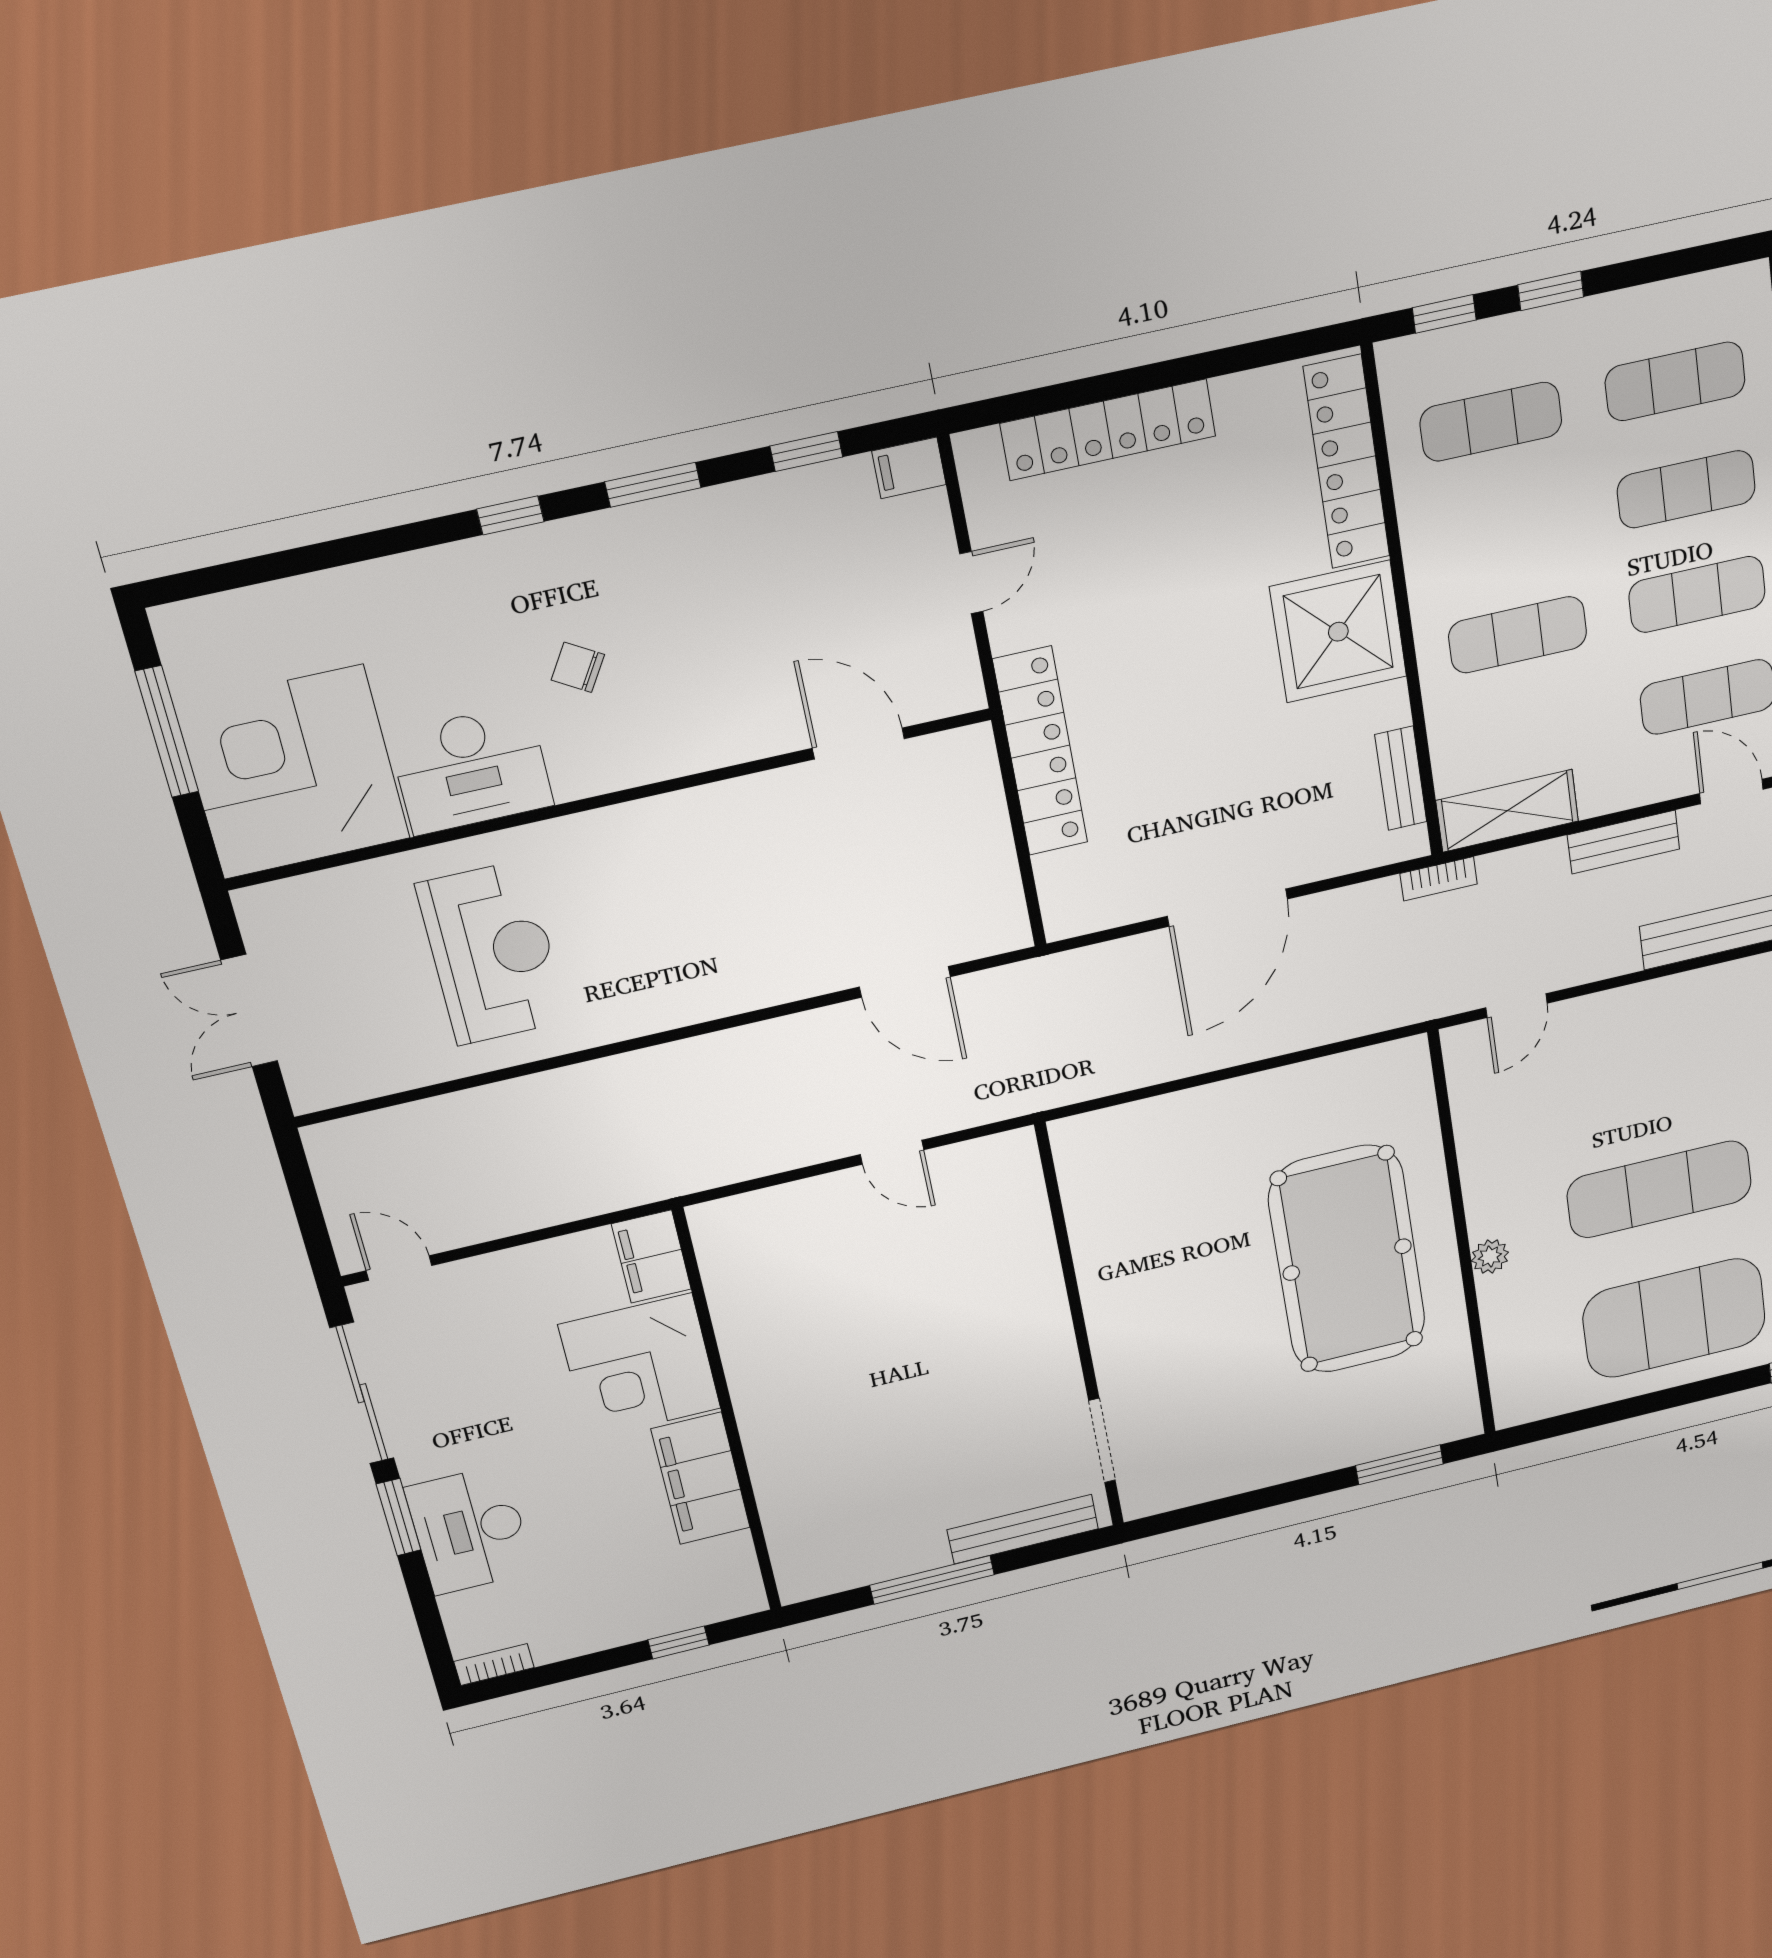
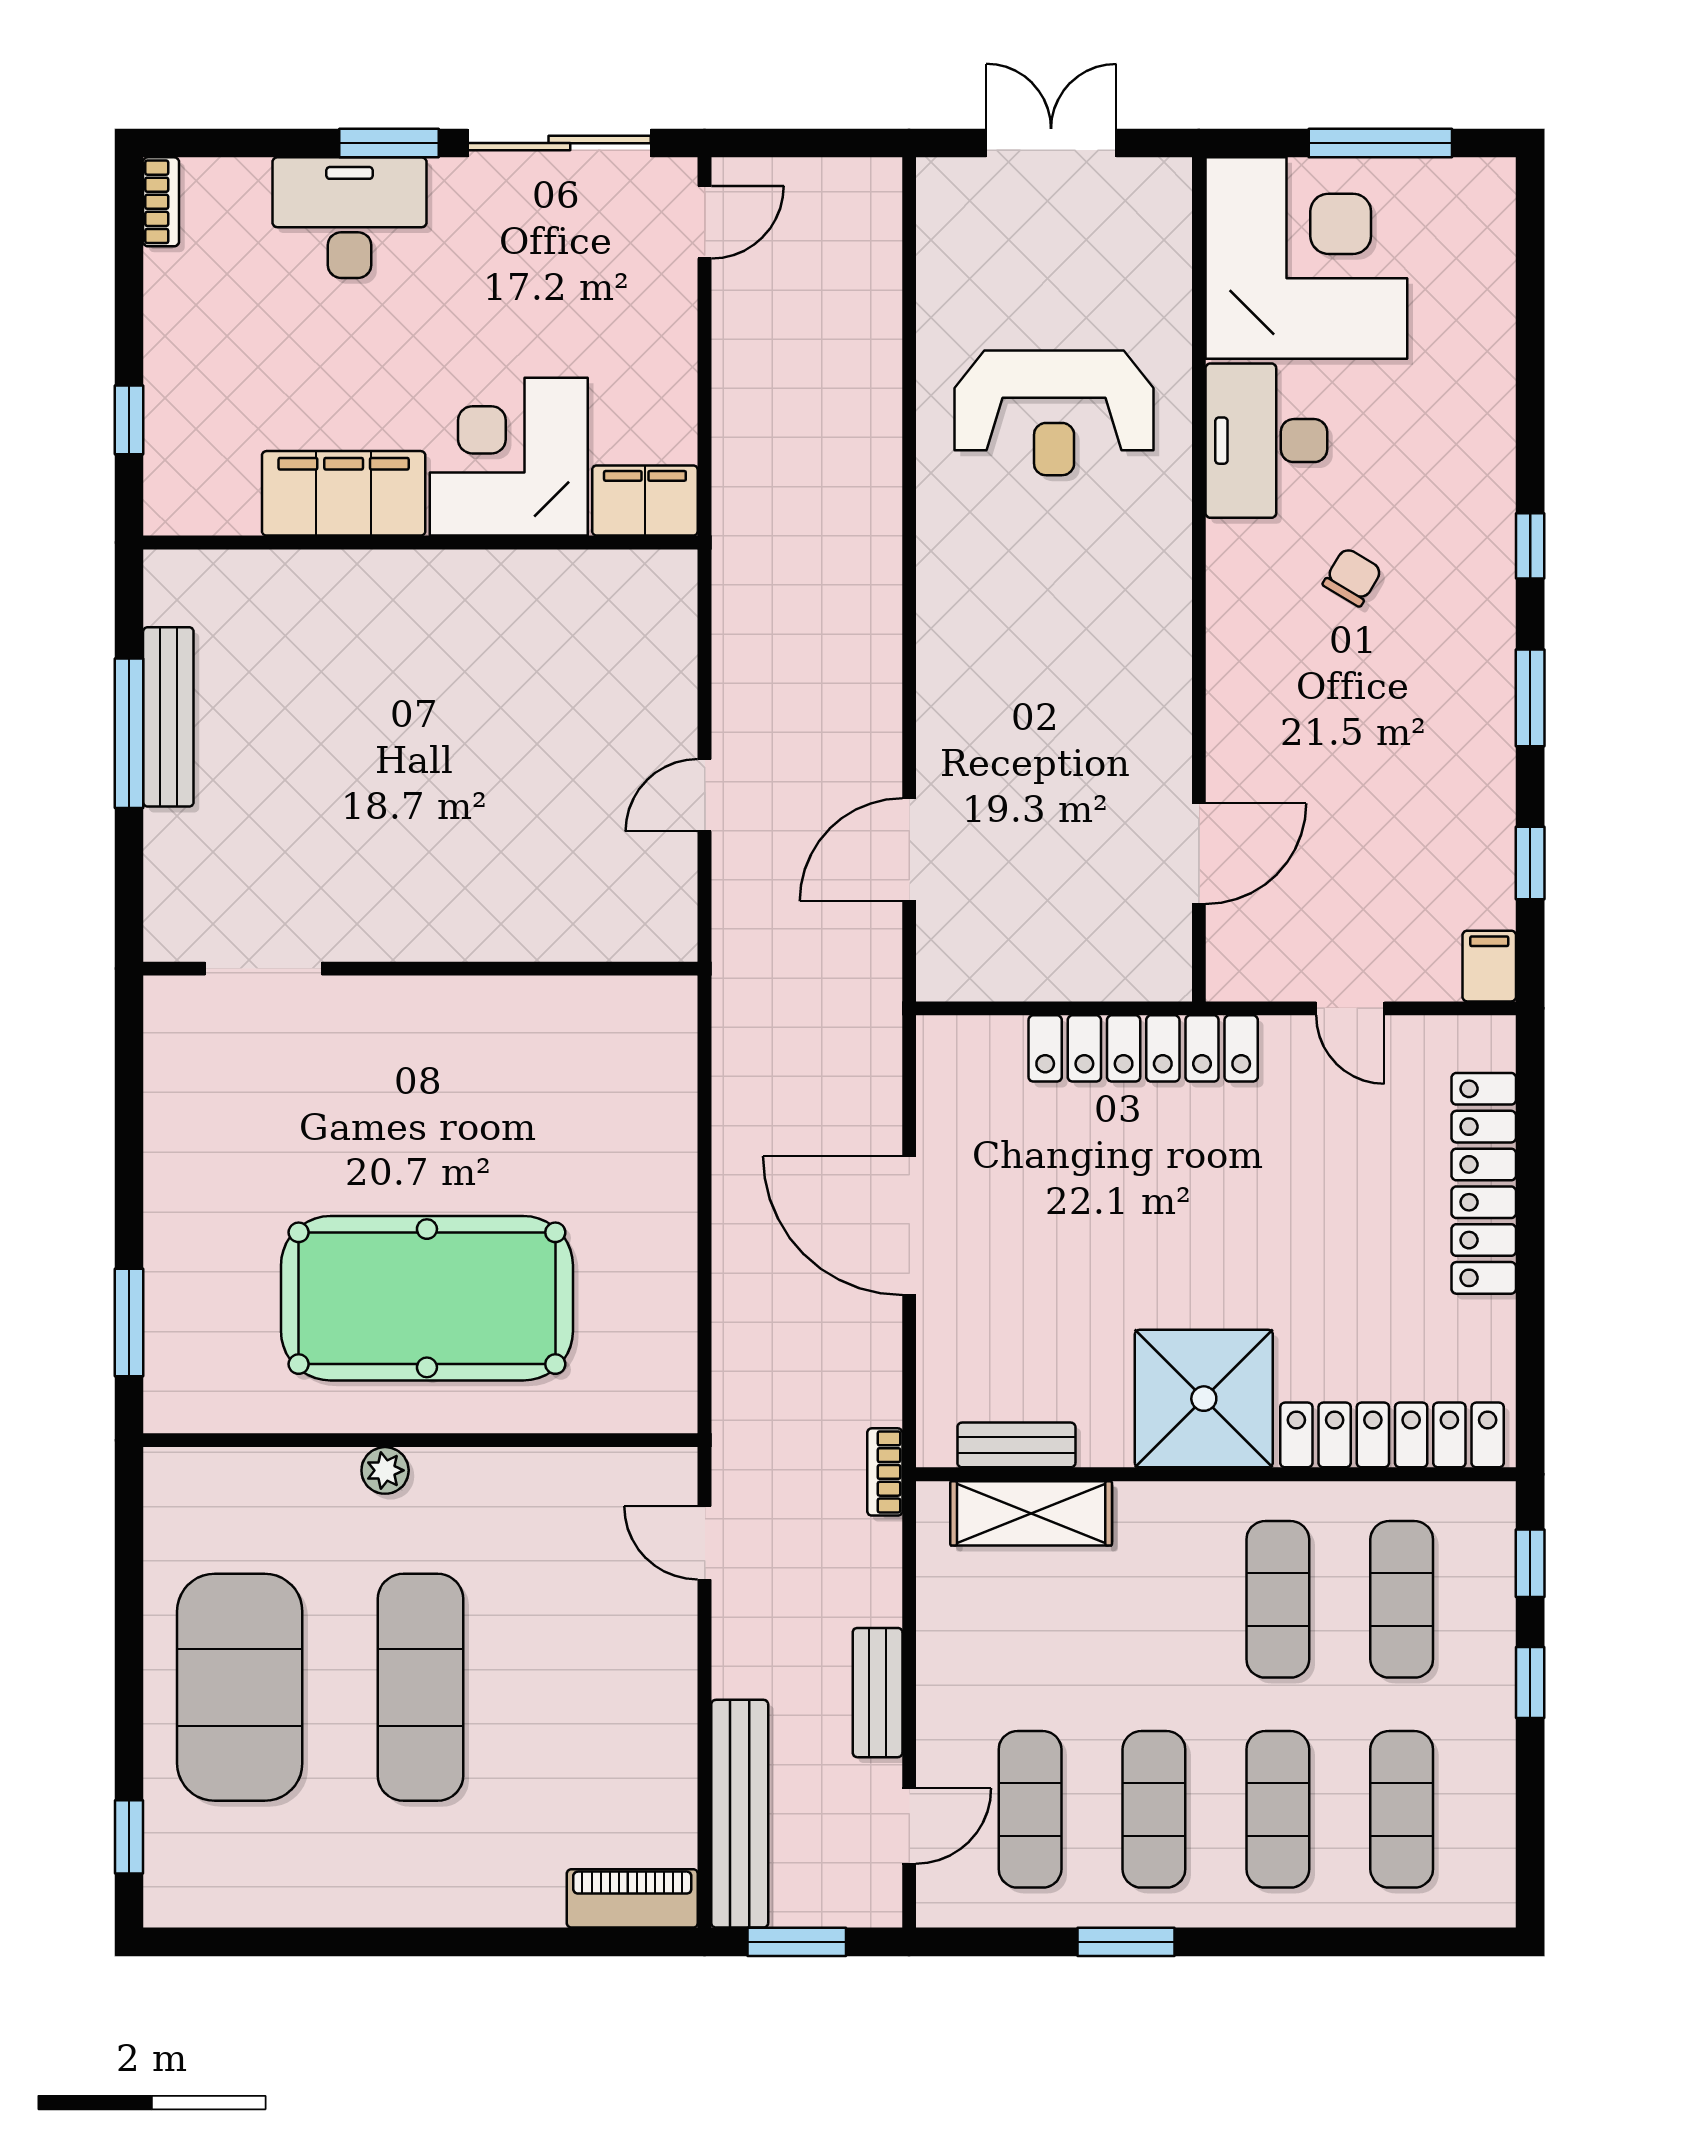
exercise mat: (1518, 635) -> (1278, 1599), moved
shelving: (1507, 811) -> (1031, 1513), moved, turned 90
bench: (1023, 1529) -> (168, 717), moved

